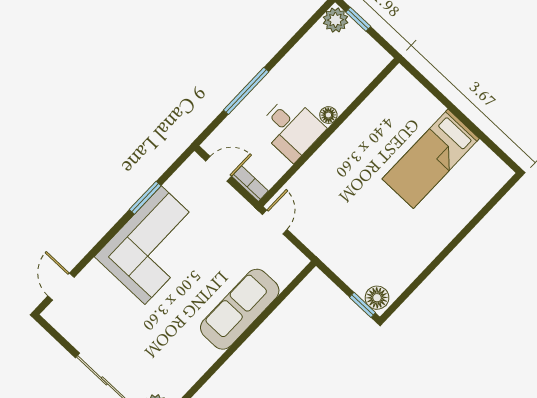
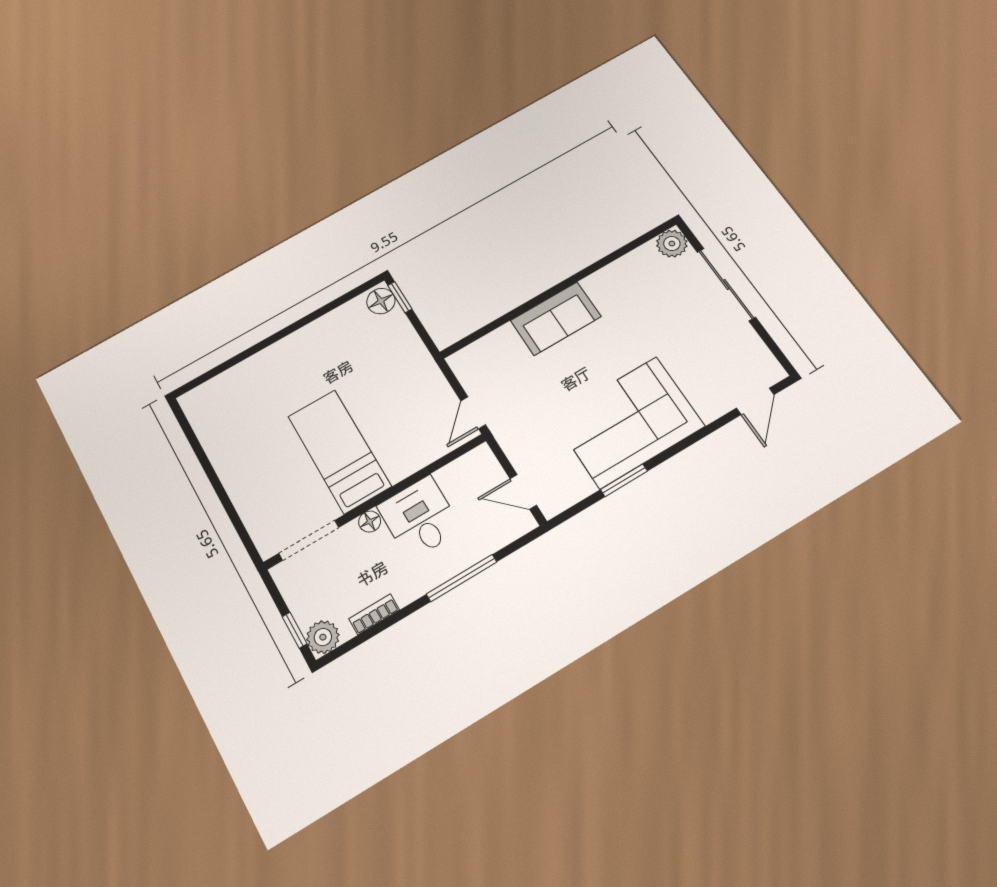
doorway: (370, 88) -> (309, 540), added
bed: (431, 159) -> (339, 451), moved, turned -90
bookcase: (250, 184) -> (374, 614), moved, turned 90
sofa: (240, 309) -> (556, 319), width x0.73

